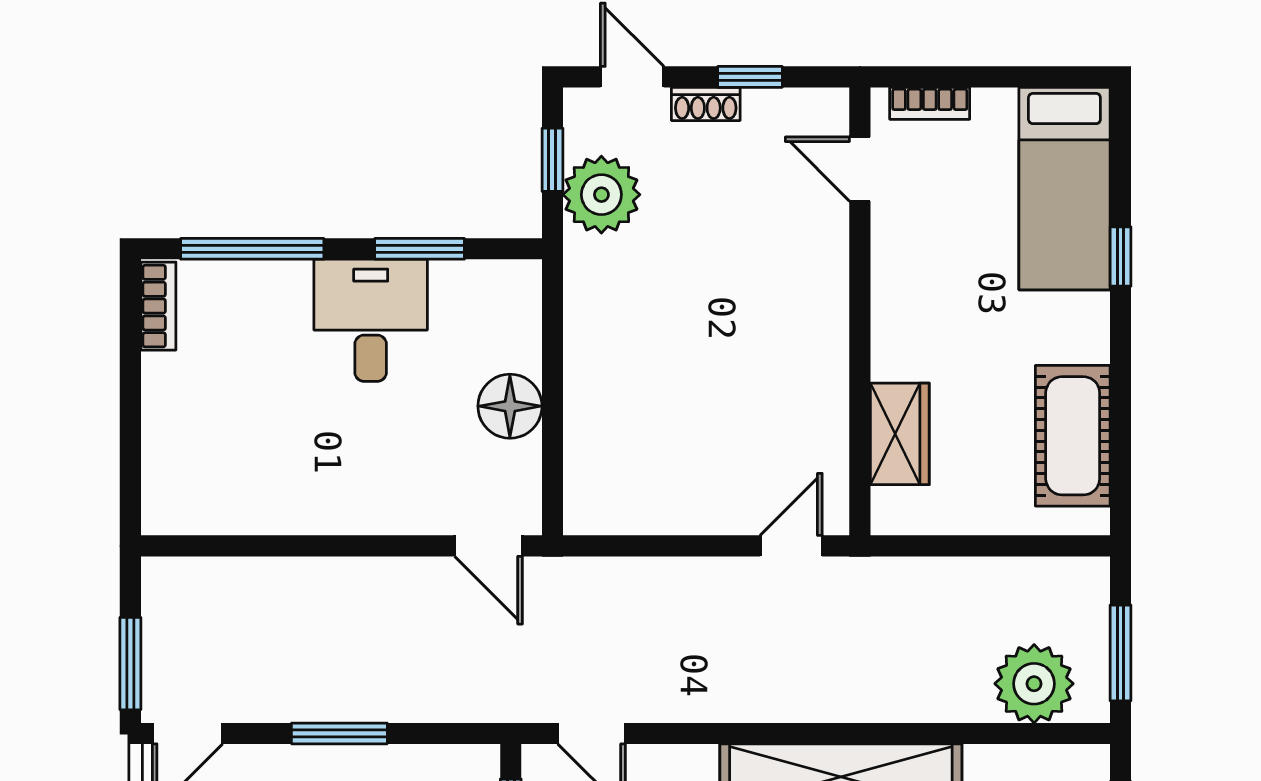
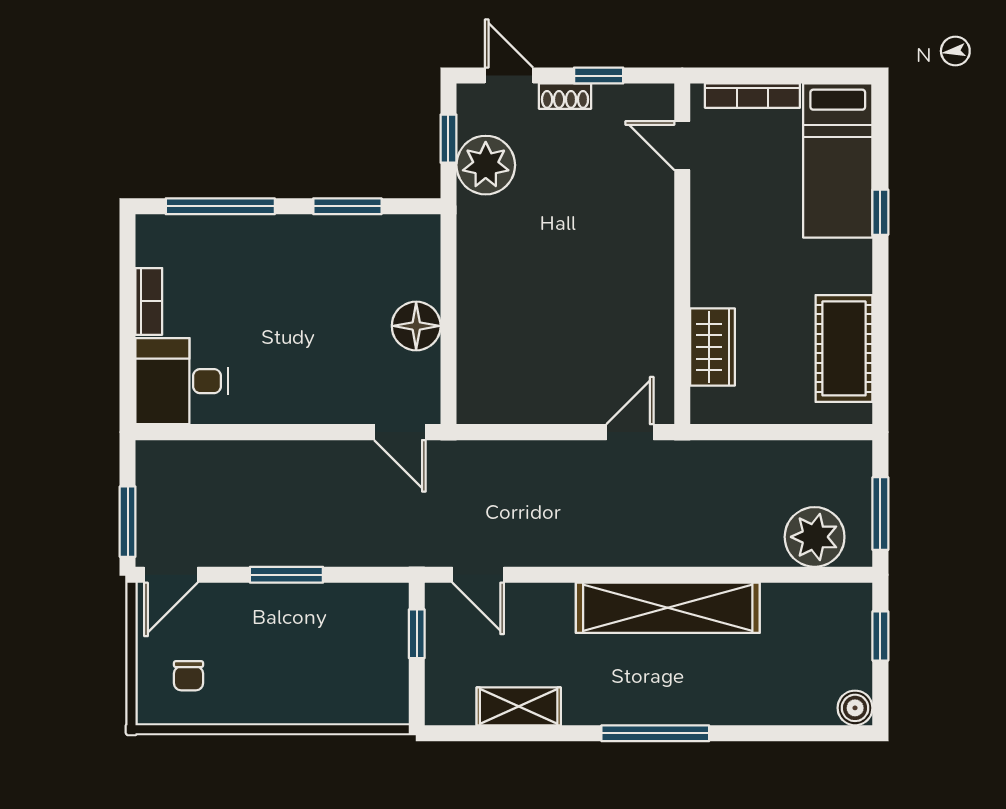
bookcase: (930, 103) -> (752, 96), width x1.56
bookcase: (158, 306) -> (149, 301), moved
desk: (371, 320) -> (182, 381), moved, turned -90

